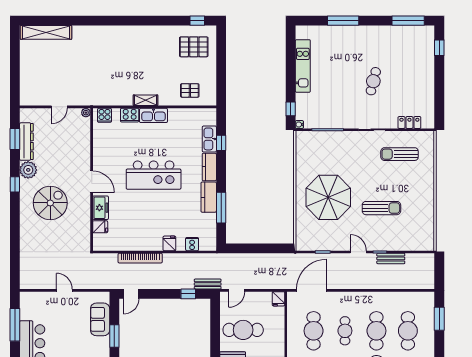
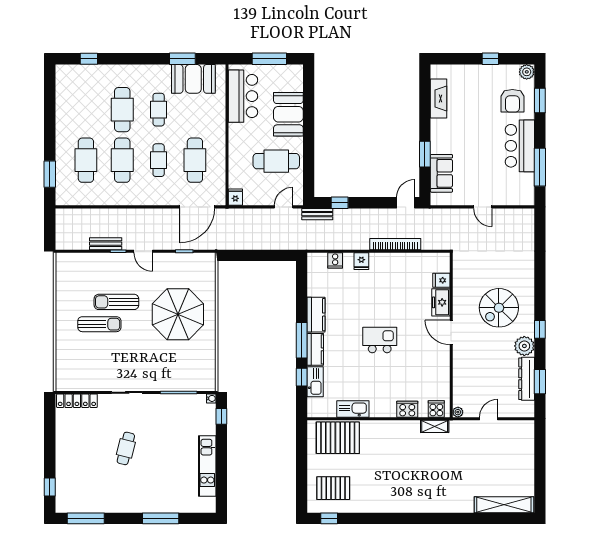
pallet: (190, 90) -> (338, 438), width x2.05, depth x2.00
shelving: (145, 100) -> (435, 426), moved
kitchen sink: (153, 115) -> (353, 409), moved
locker: (409, 123) -> (77, 401), width x1.53
sun lounger: (400, 154) -> (99, 324), moved
kitchen island: (154, 175) -> (380, 340), width x0.54, depth x0.78
window: (221, 208) -> (302, 340), moved

